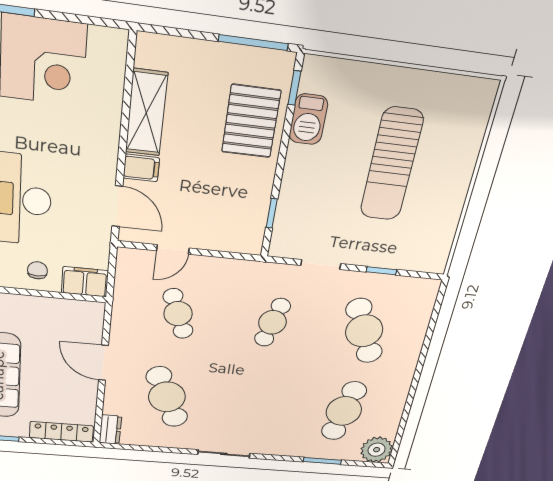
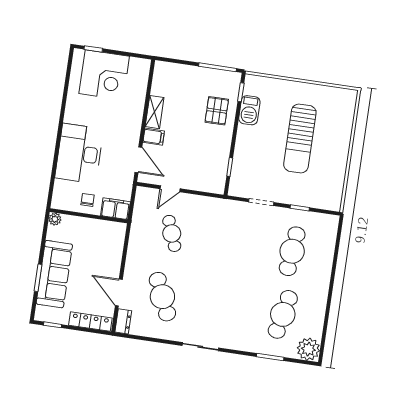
shelving: (146, 113) -> (155, 112), width x0.67, depth x0.75
pallet: (251, 121) -> (217, 111), width x0.67, depth x0.71
cafe table: (272, 322) -> (232, 242), removed
cafe table: (364, 331) -> (292, 251), turned 30
door: (103, 363) -> (119, 293), moved

